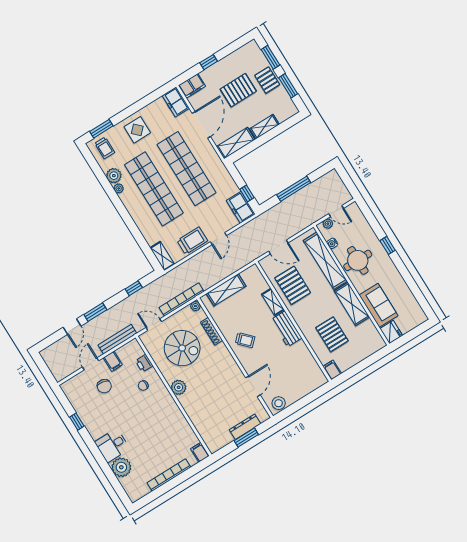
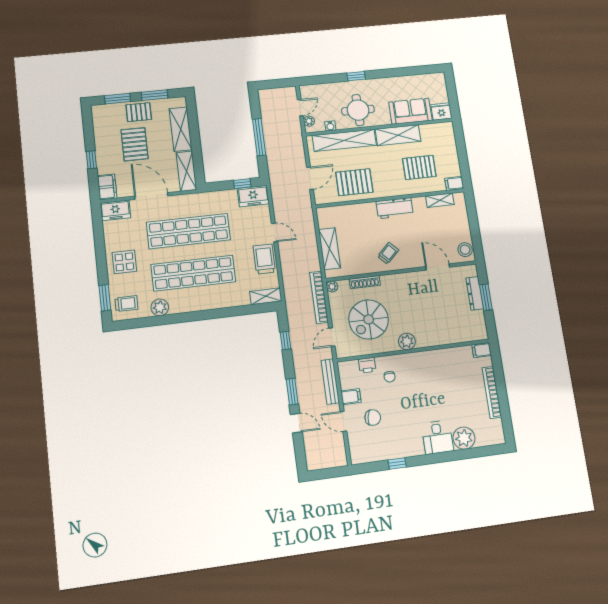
shelving: (264, 127) -> (181, 129), width x1.50, depth x1.33
plant: (119, 188) -> (175, 309), removed
shelving: (273, 302) -> (440, 200), moved
spiral stairs: (182, 348) -> (369, 319), turned 180

